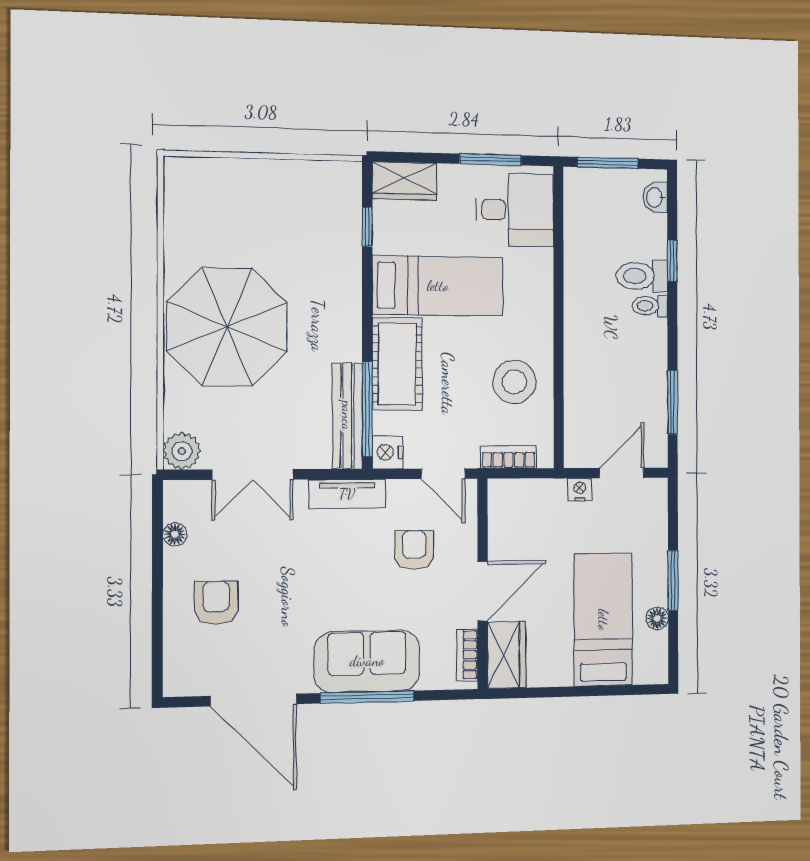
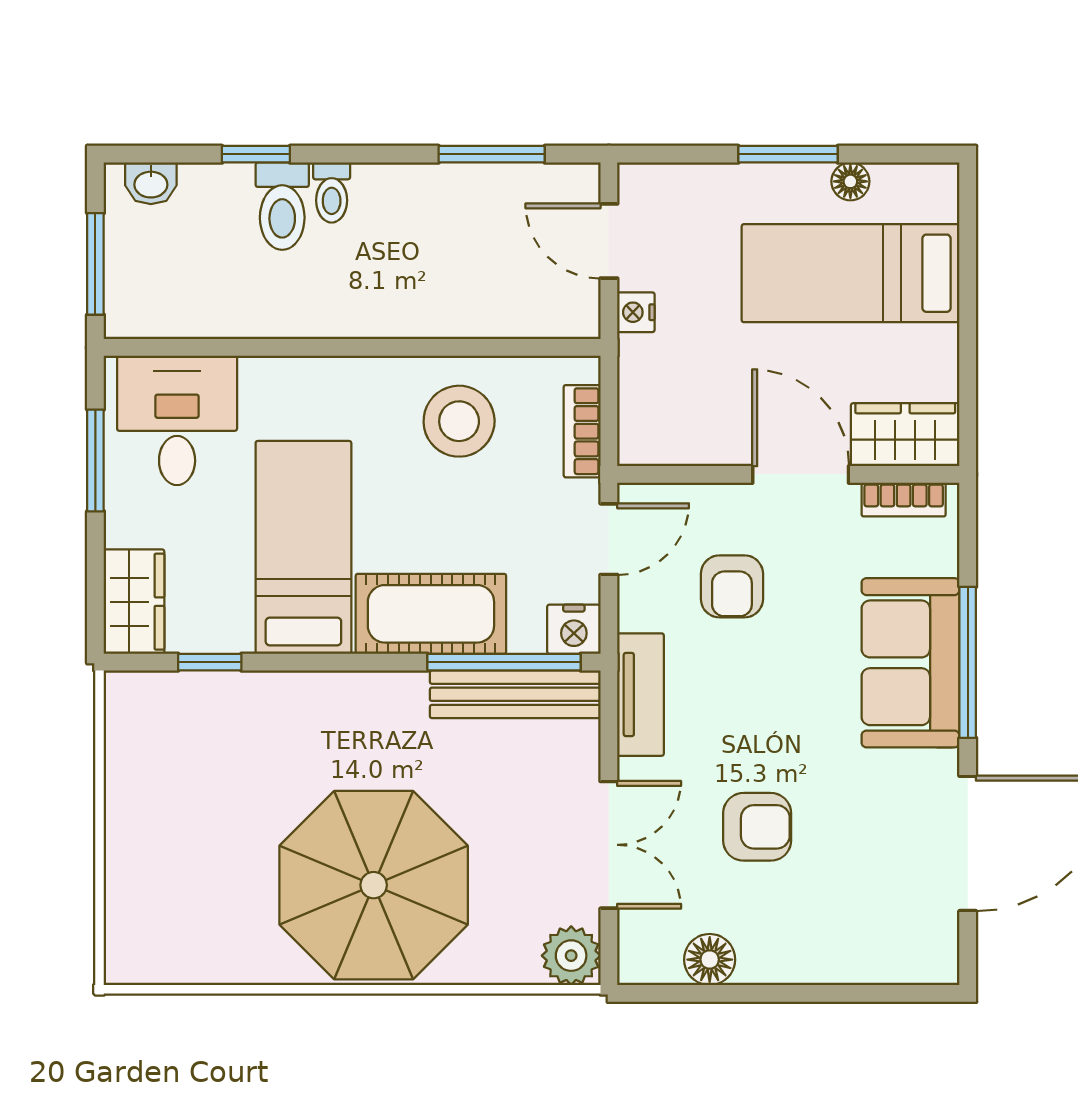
floor lamp: (175, 534) -> (710, 960), width x1.37, depth x1.37
armchair: (414, 550) -> (732, 586), turned -90
armchair: (216, 603) -> (757, 827), moved, turned 180

